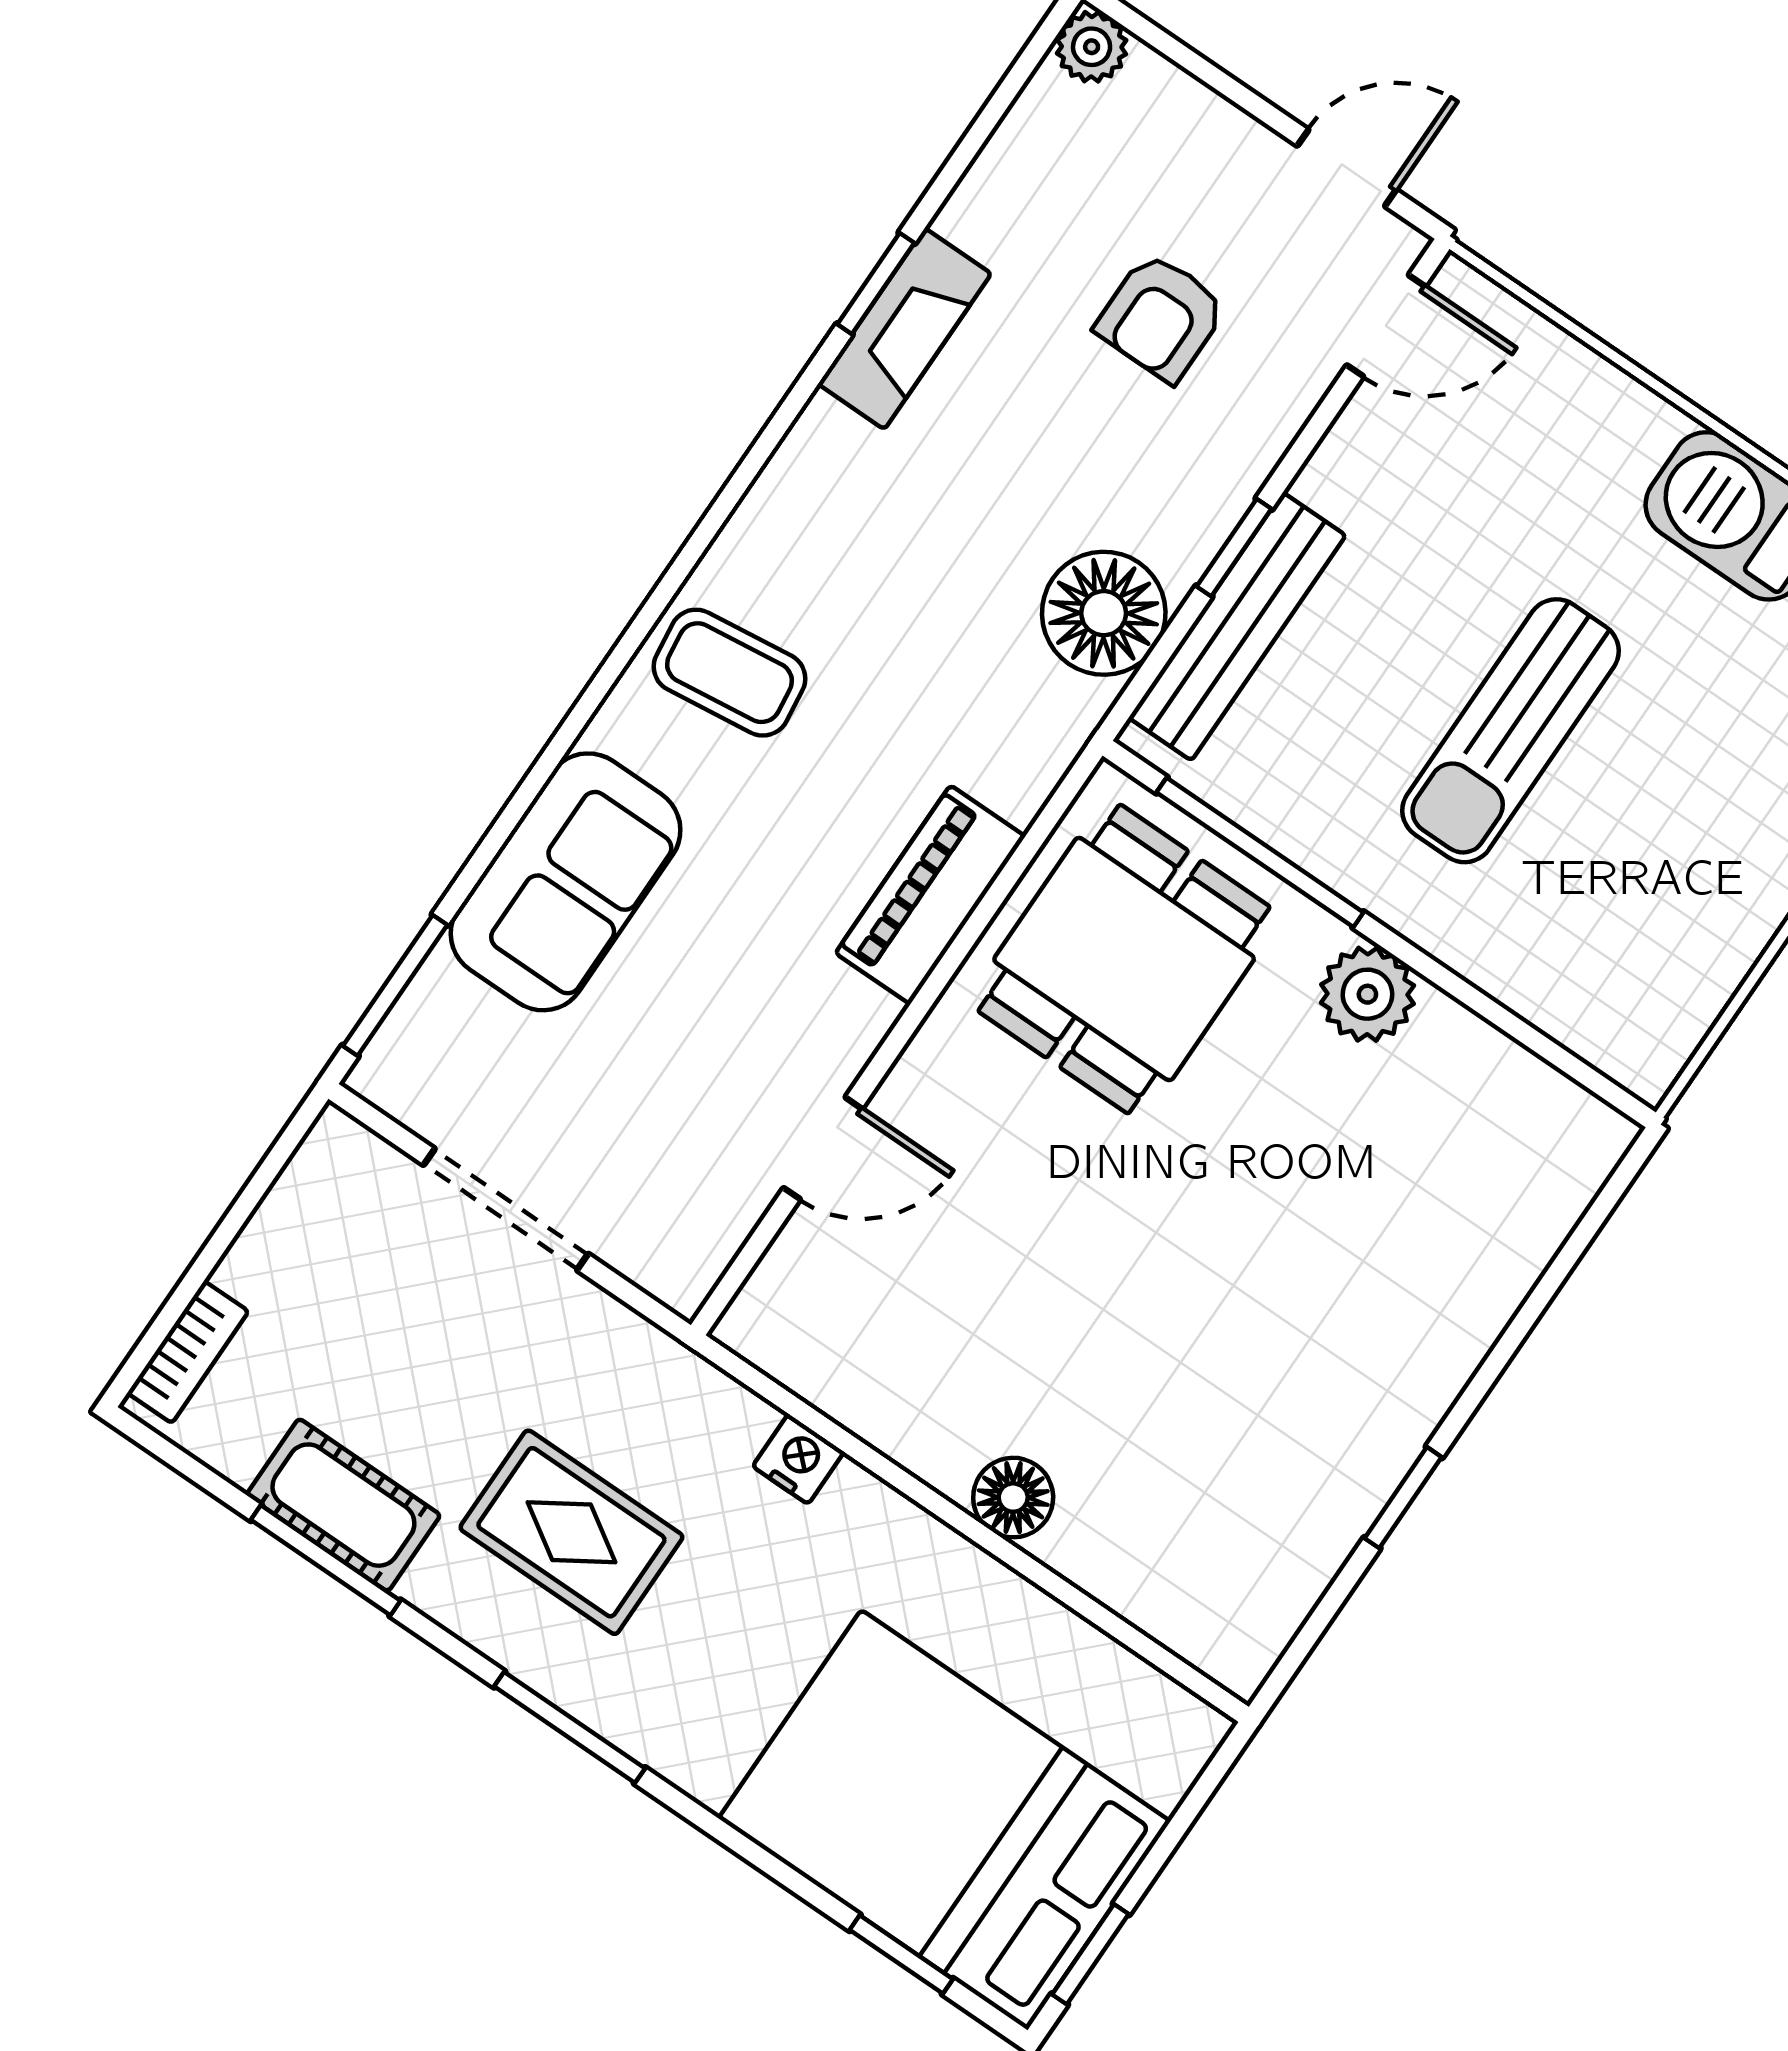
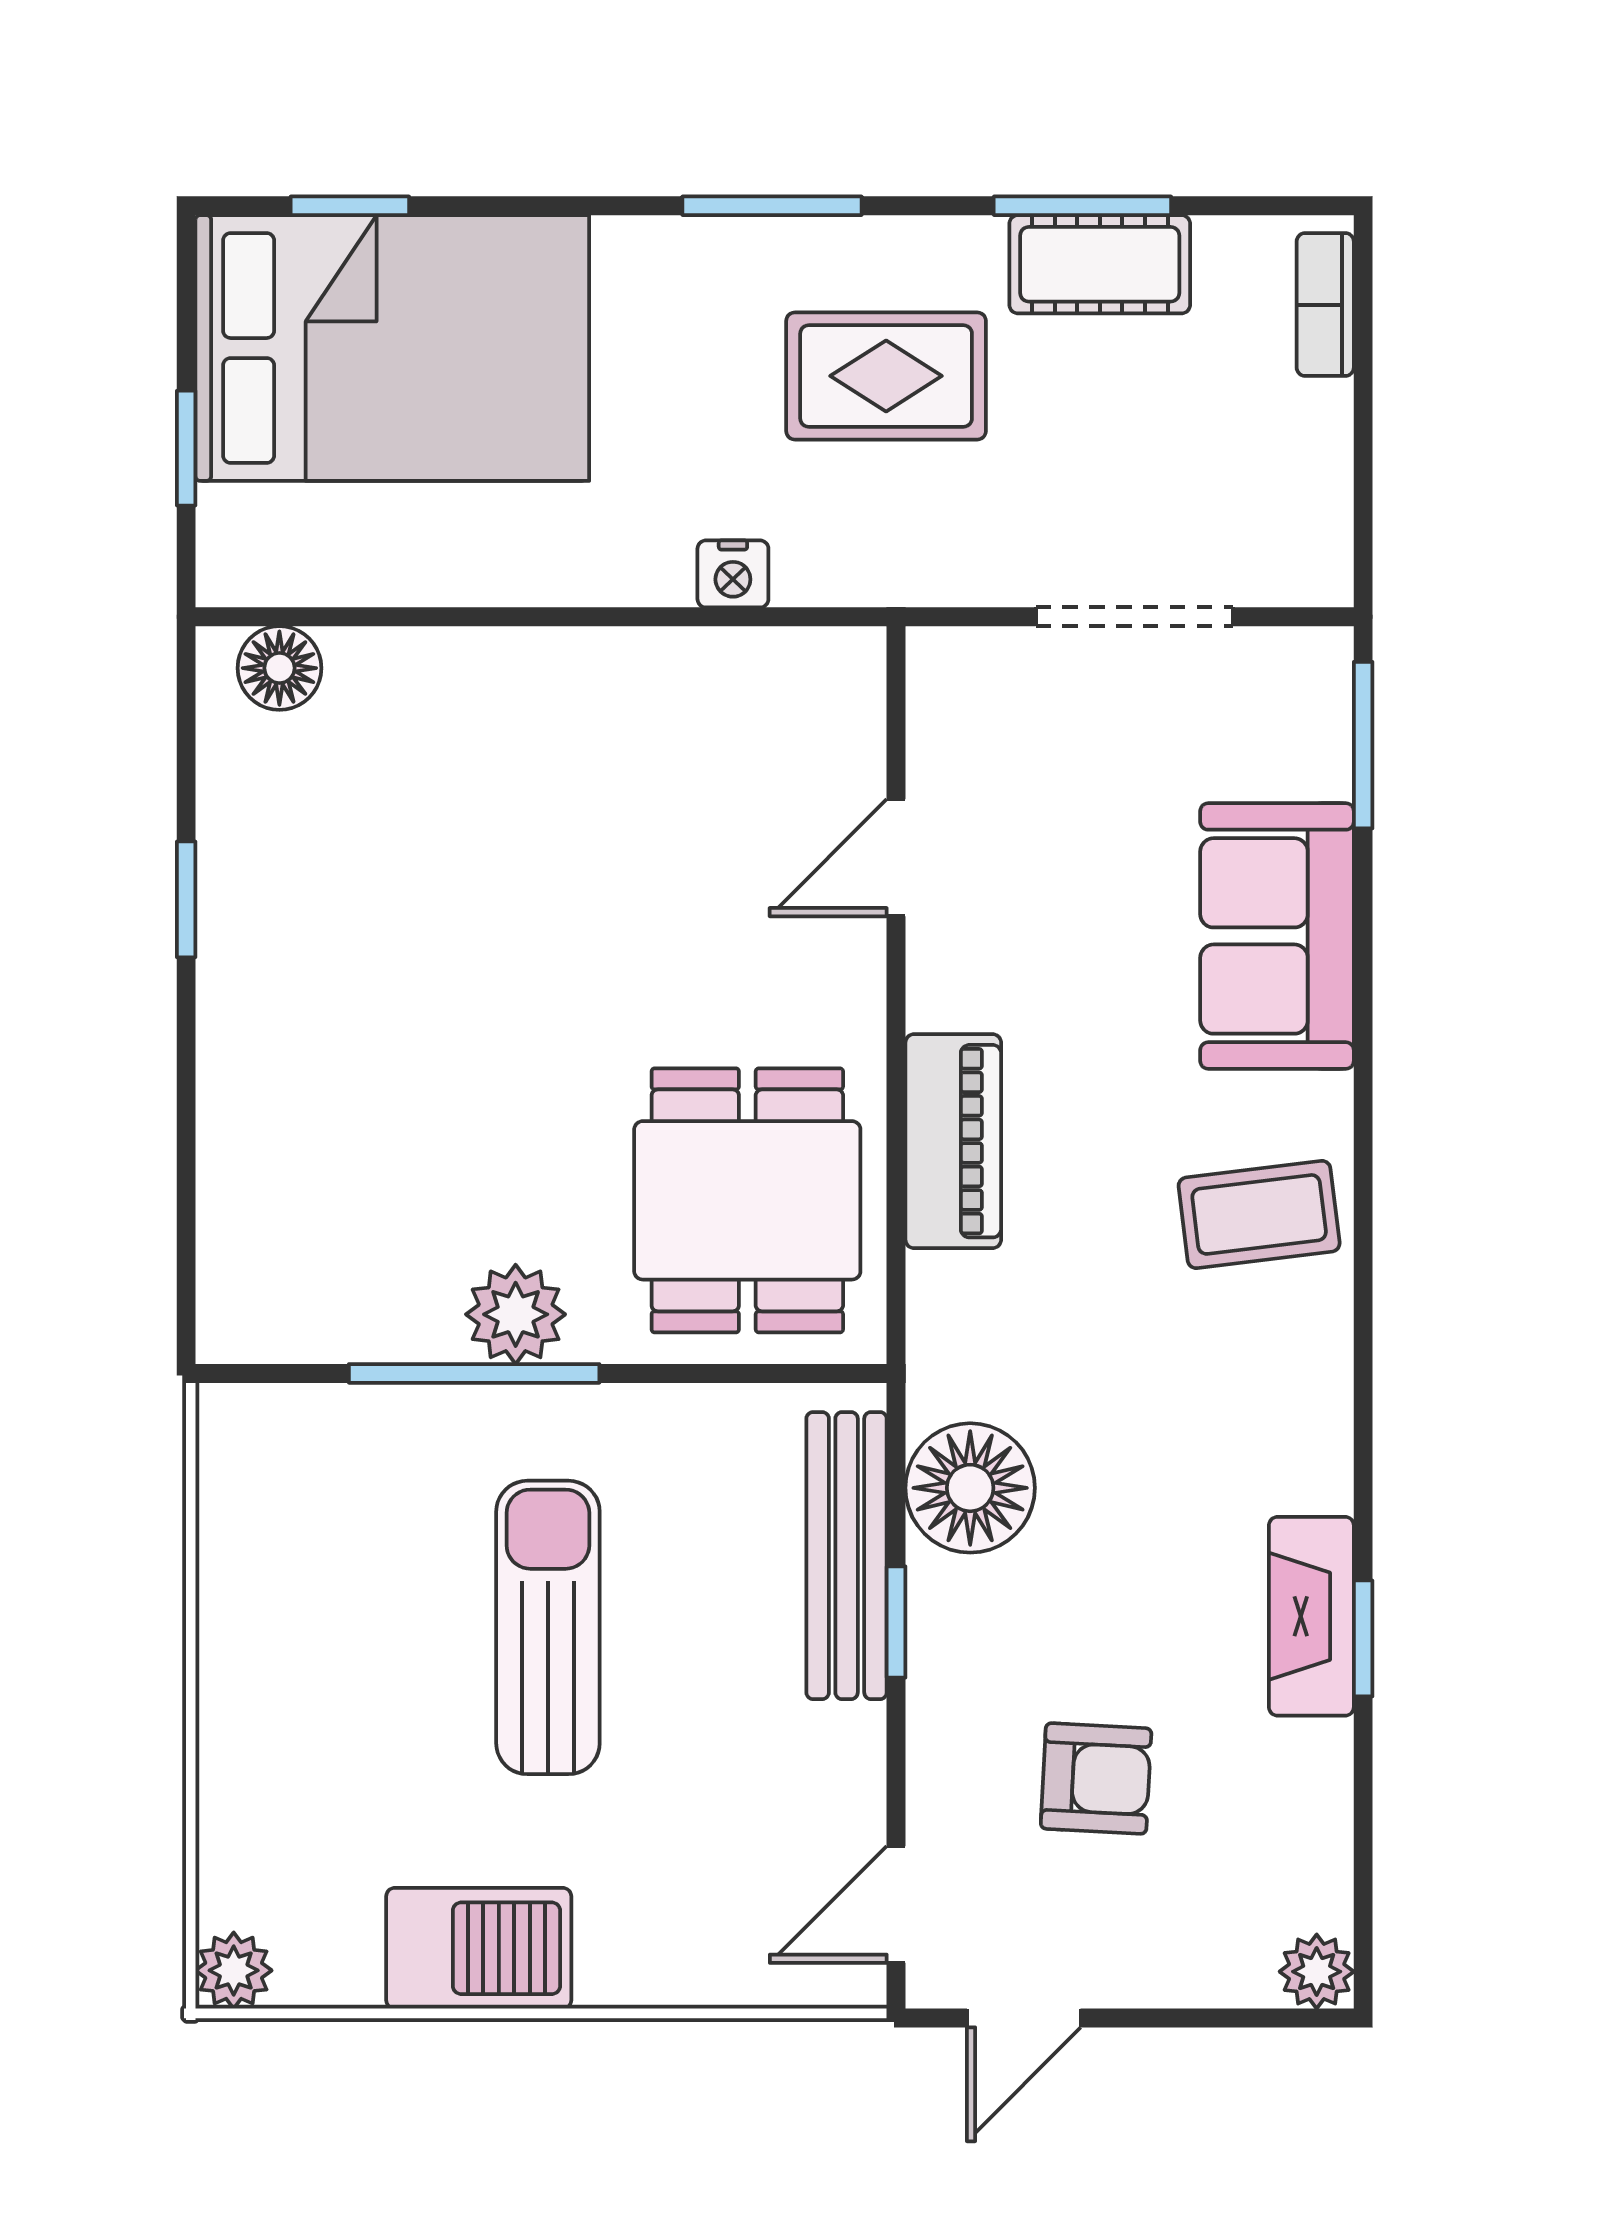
armchair: (1161, 317) -> (1096, 1778), turned 93
window: (1260, 852) -> (474, 1373), moved
floor lamp: (1013, 1498) -> (279, 668), moved
window: (1090, 1954) -> (186, 448), moved

